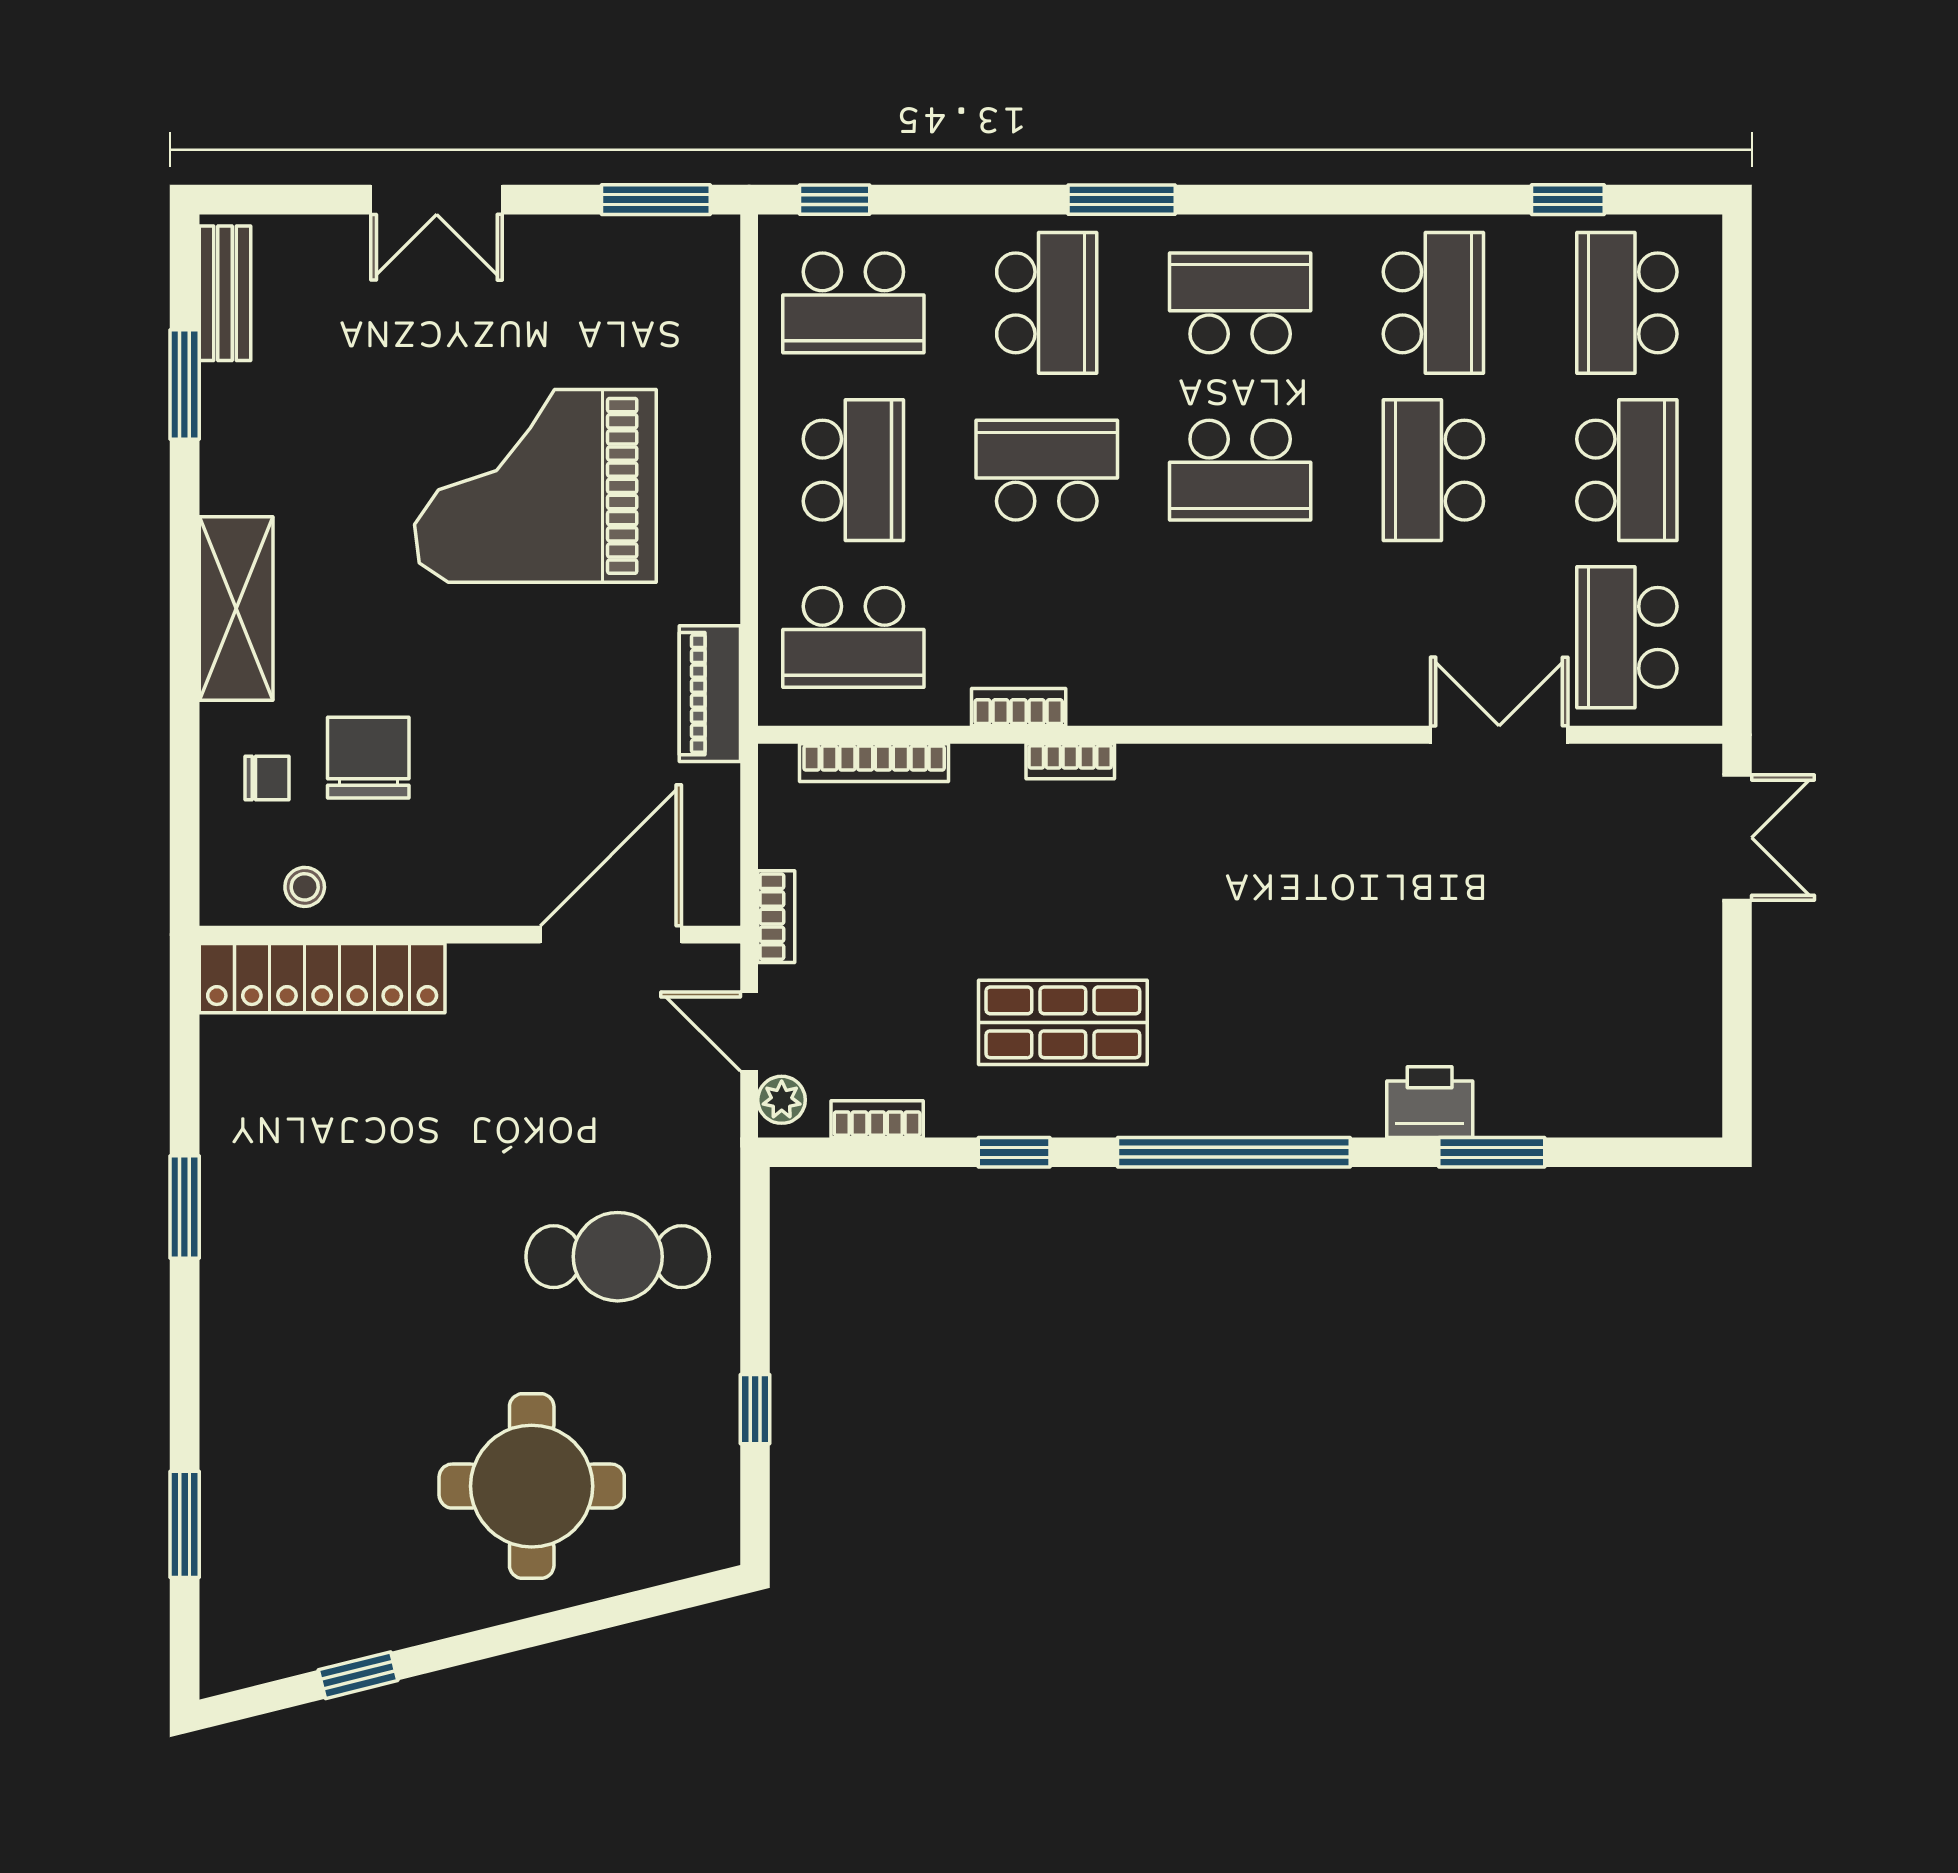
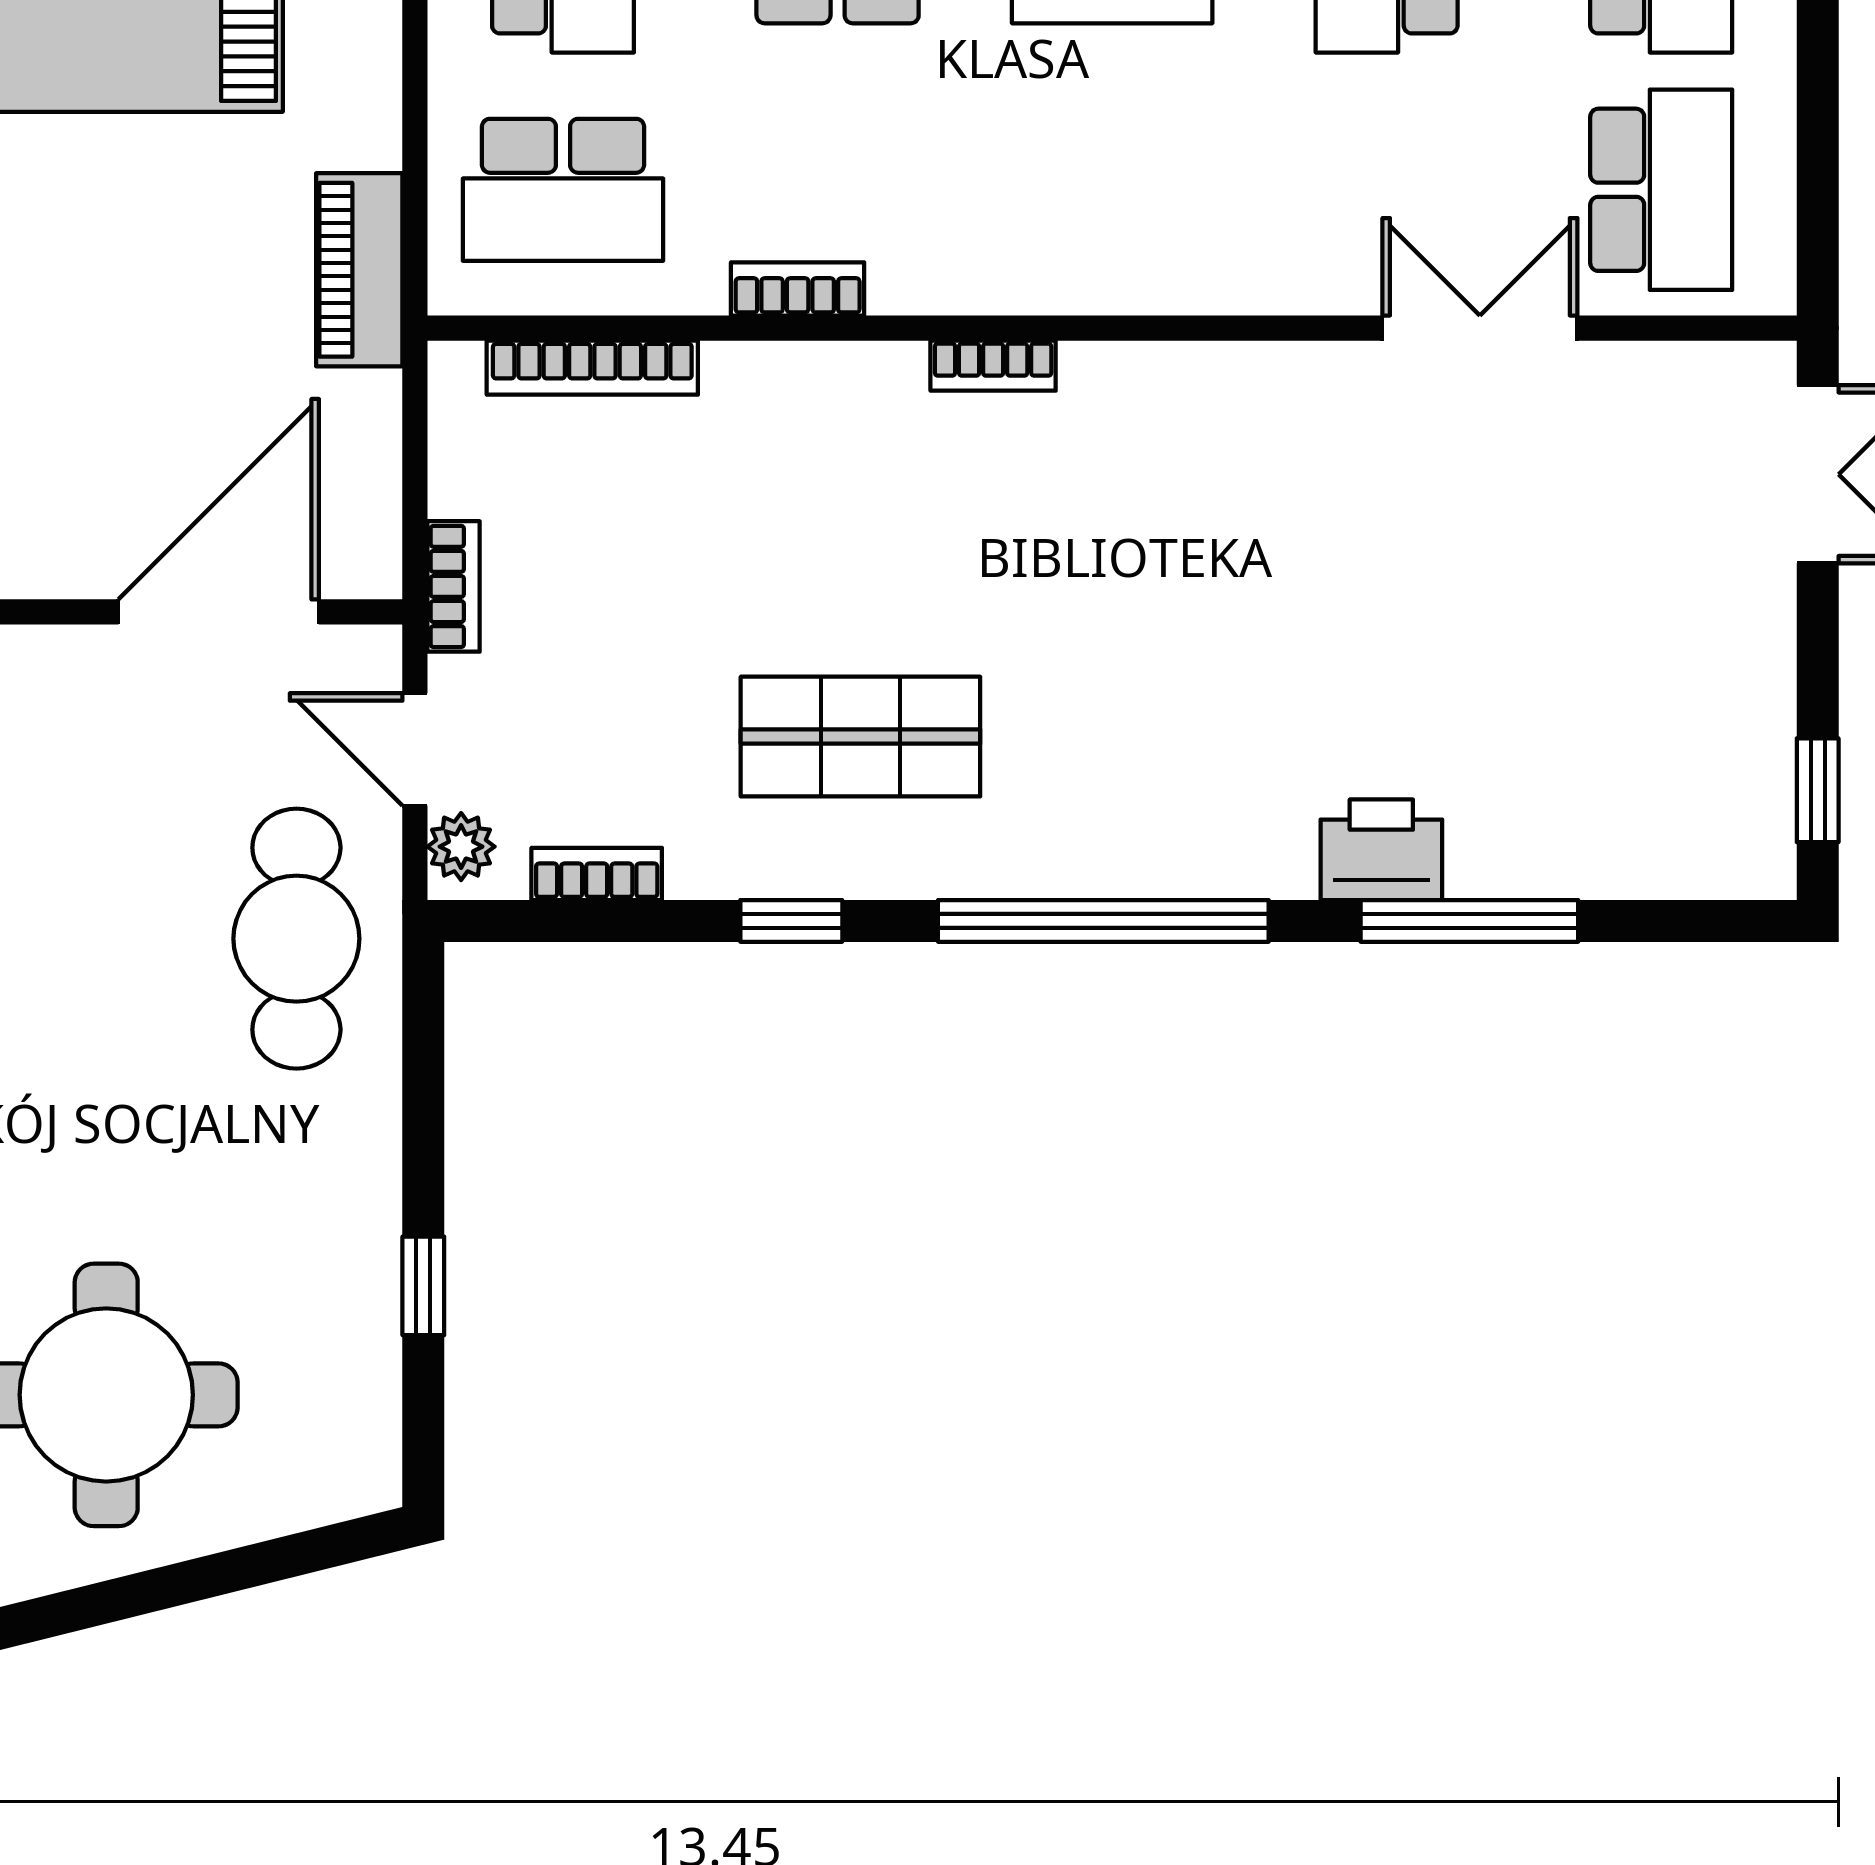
school desk: (1627, 637) -> (1661, 190), turned 180
bookcase: (1070, 761) -> (993, 366), moved
window: (1737, 1060) -> (1818, 790), added
window: (1492, 1152) -> (1469, 921), width x1.44
cafe table: (618, 1257) -> (296, 939), moved, turned 90

